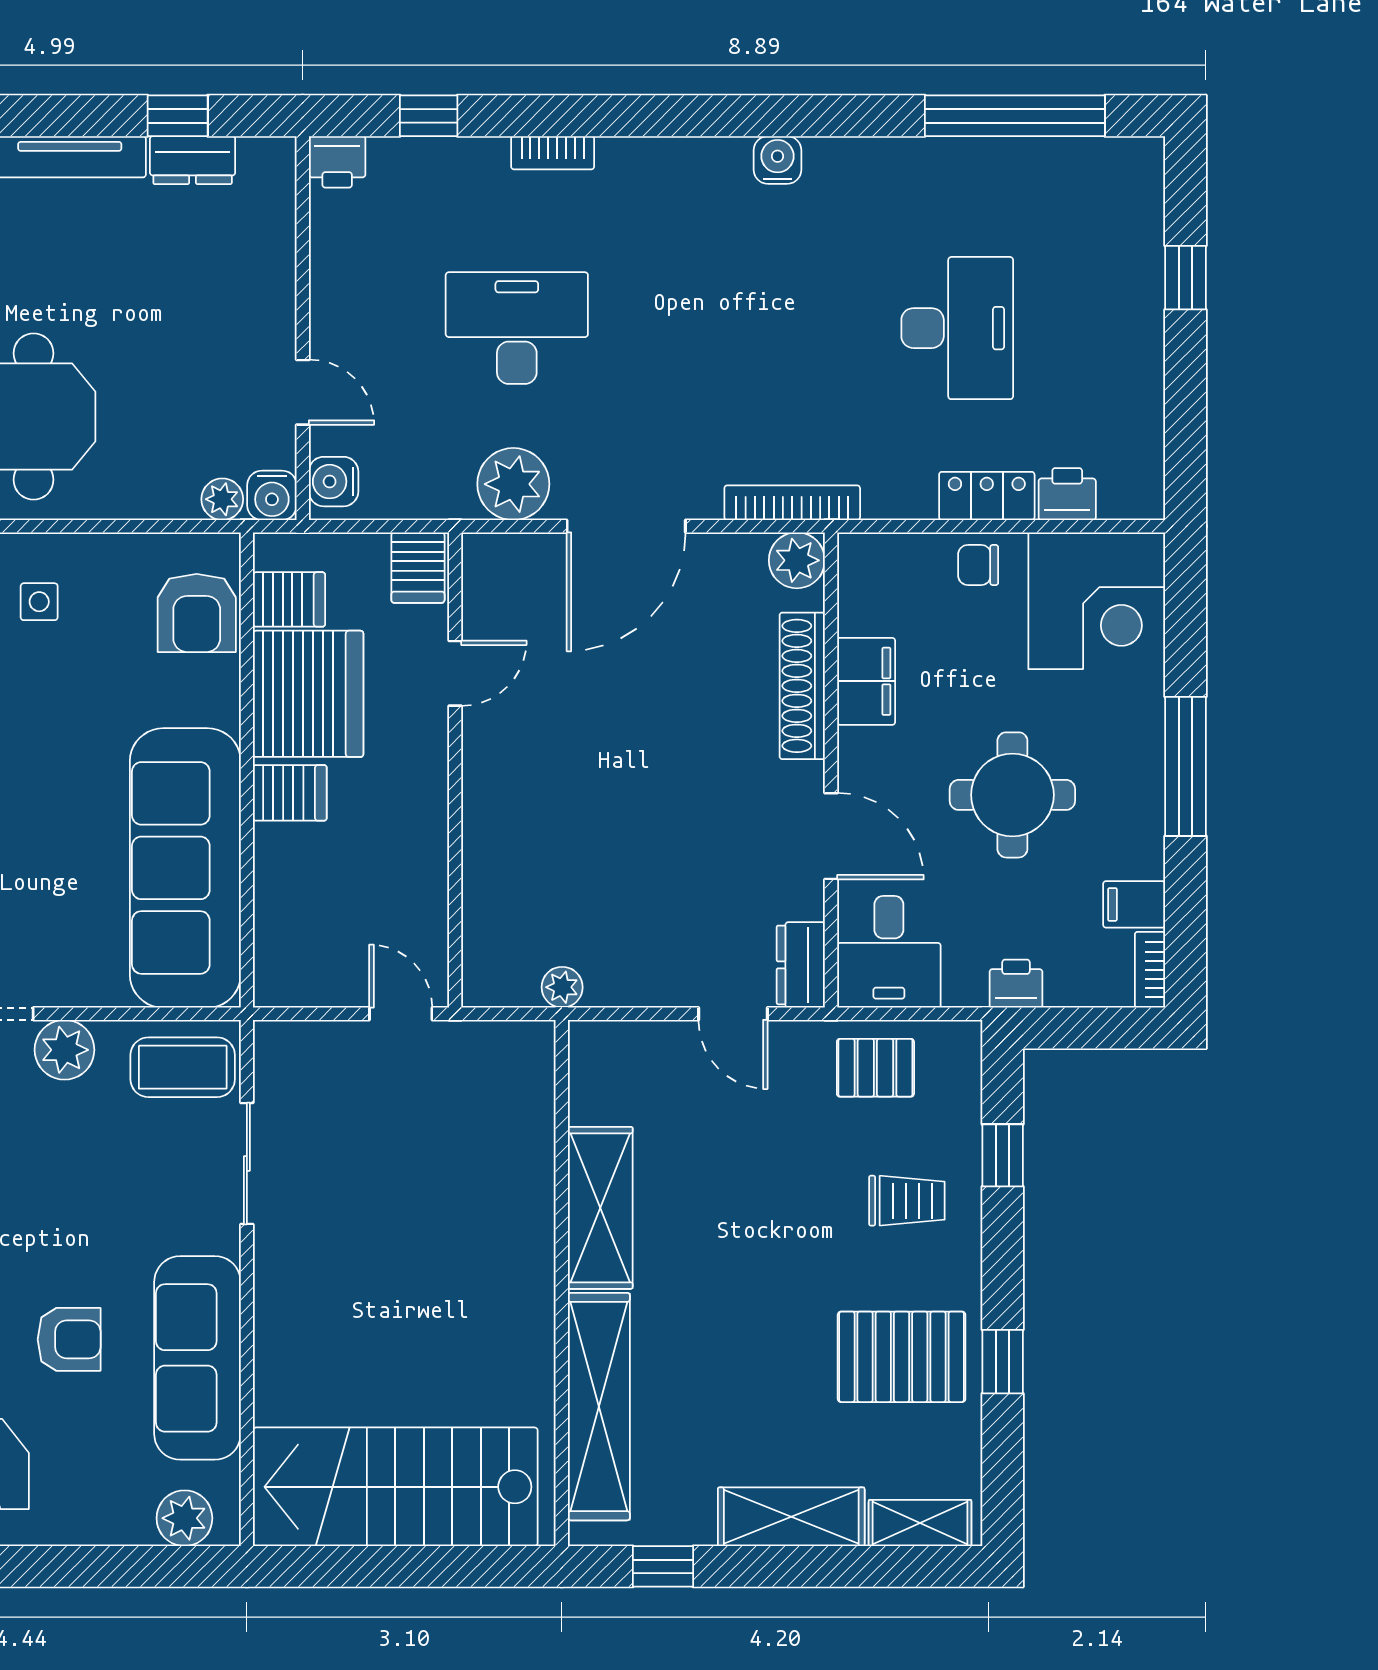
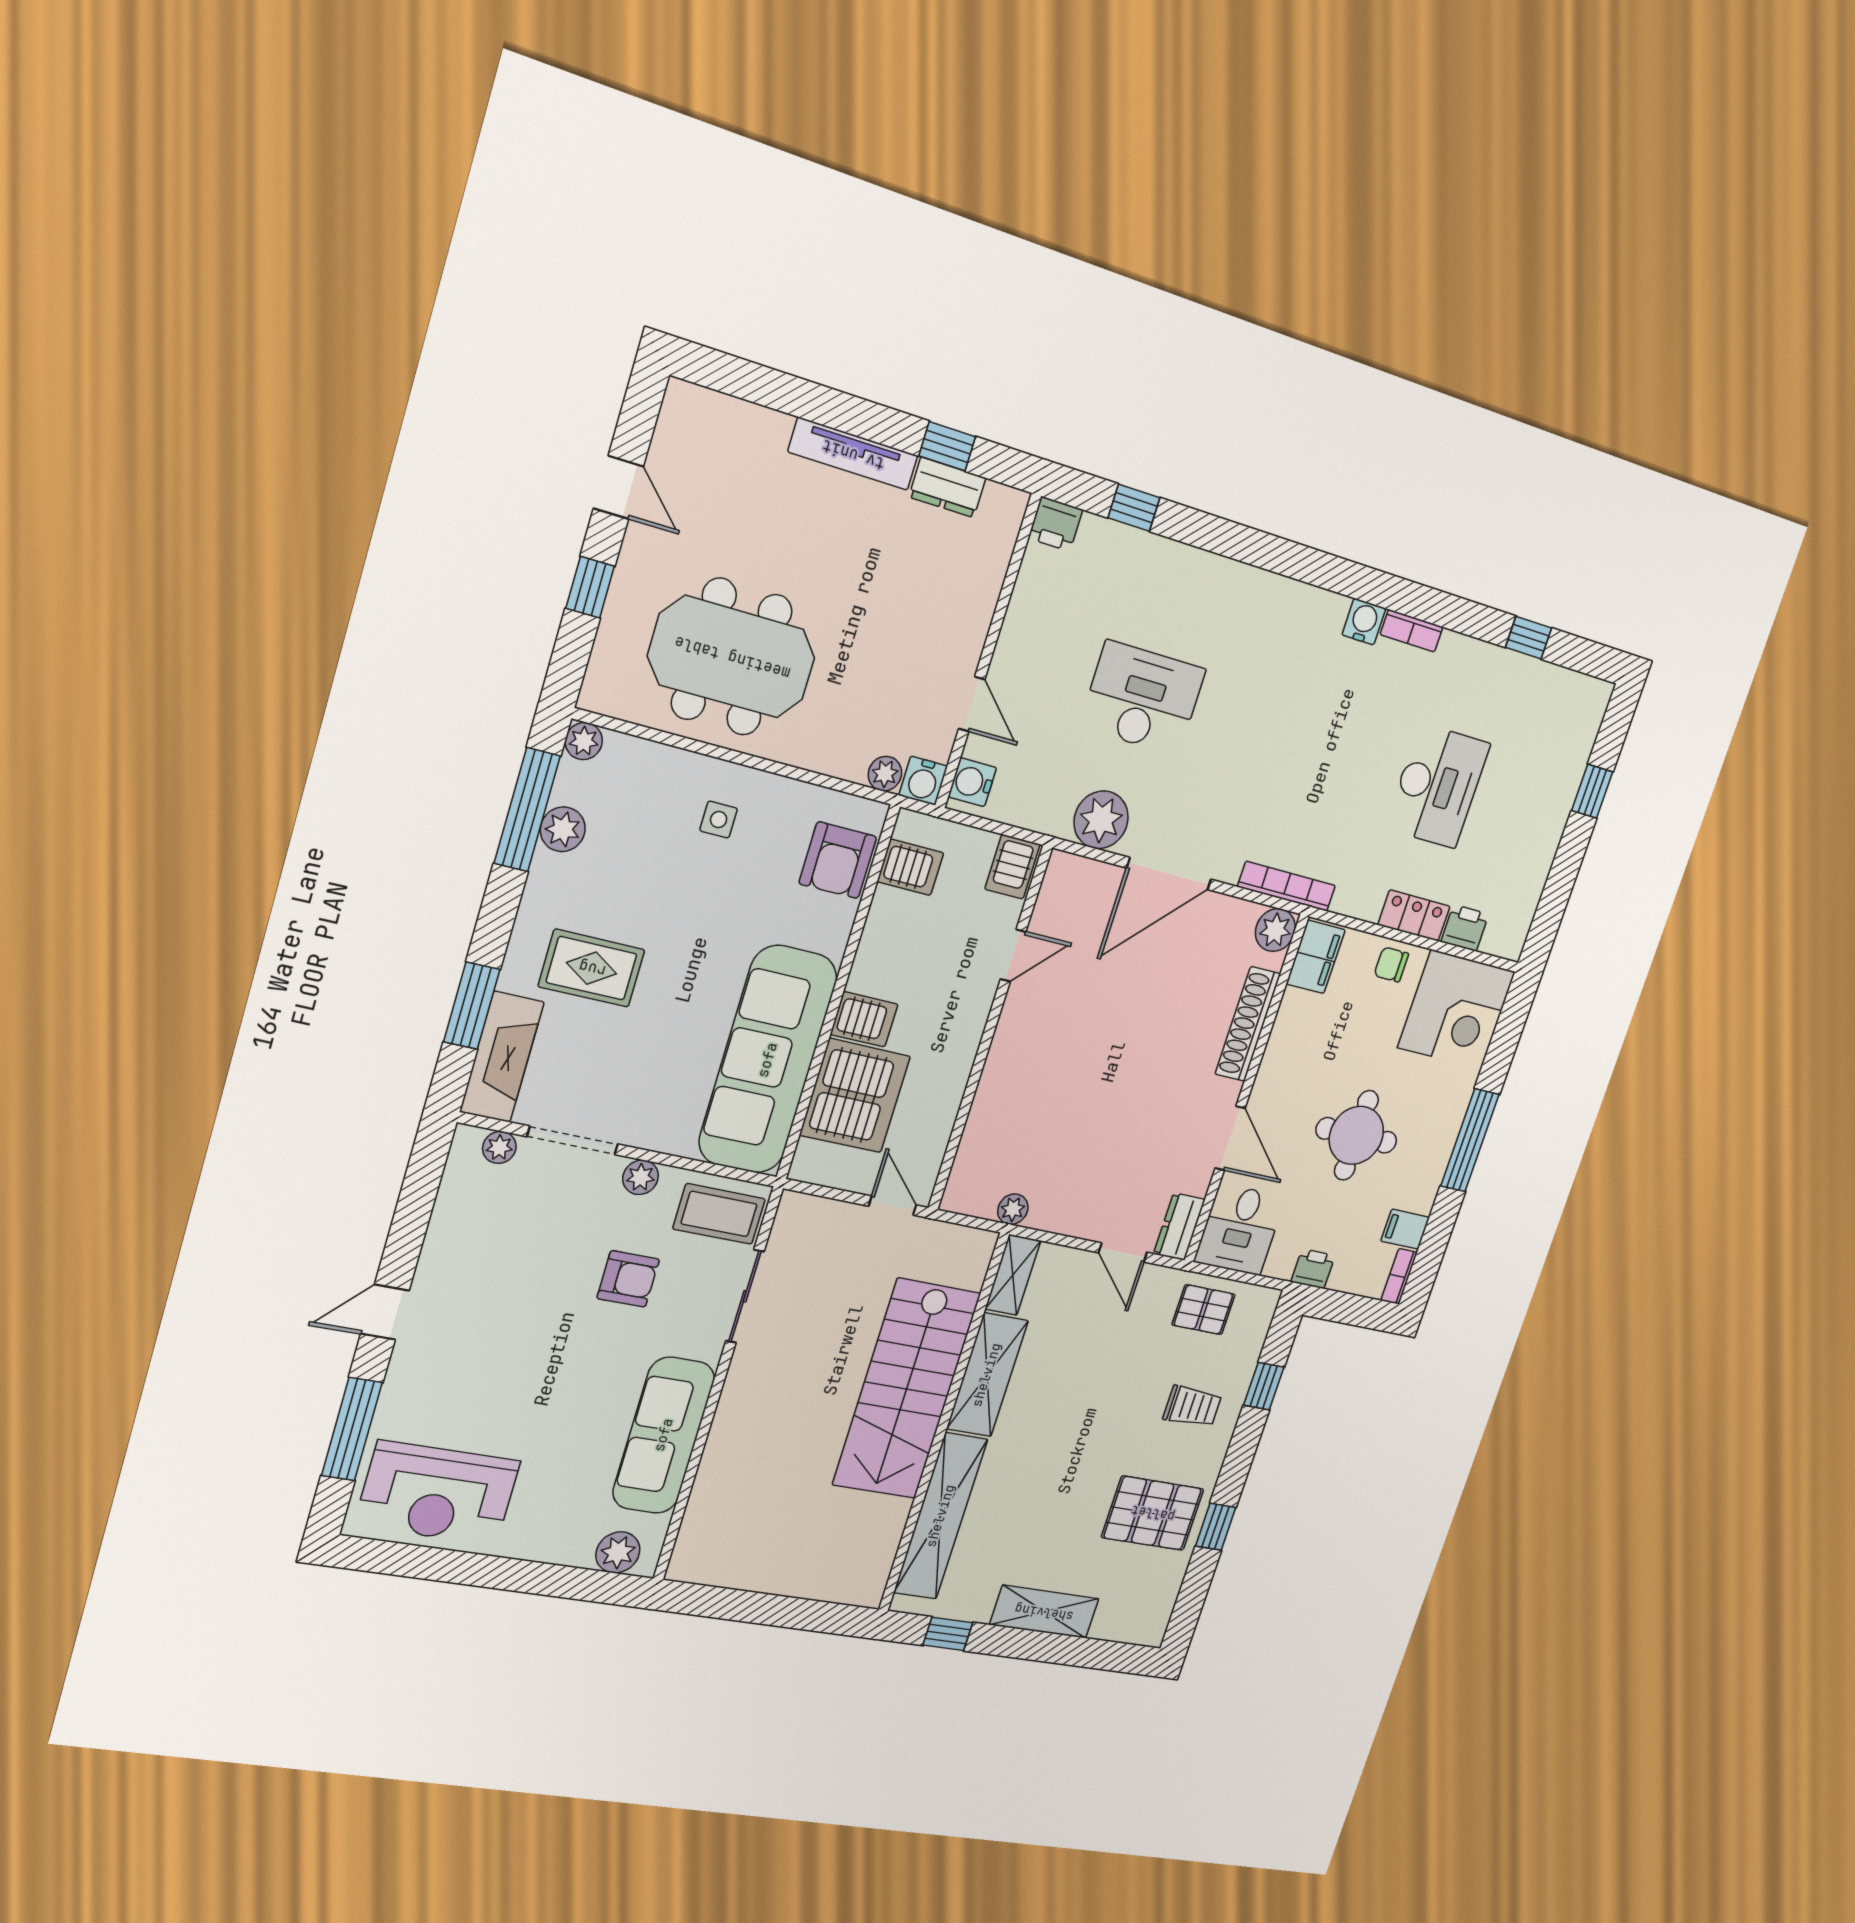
window: (1015, 116) -> (1529, 638), width x0.32
bookcase: (553, 153) -> (1412, 631), moved
filing cabinet: (866, 681) -> (1316, 957), moved
server rack: (308, 694) -> (855, 1096), moved
plant: (64, 1050) -> (641, 1177), width x0.73, depth x0.73
armchair: (69, 1339) -> (628, 1279), moved
stairs: (395, 1487) -> (906, 1389), moved, turned -90
shelving: (920, 1523) -> (1013, 1275), moved, turned 90

